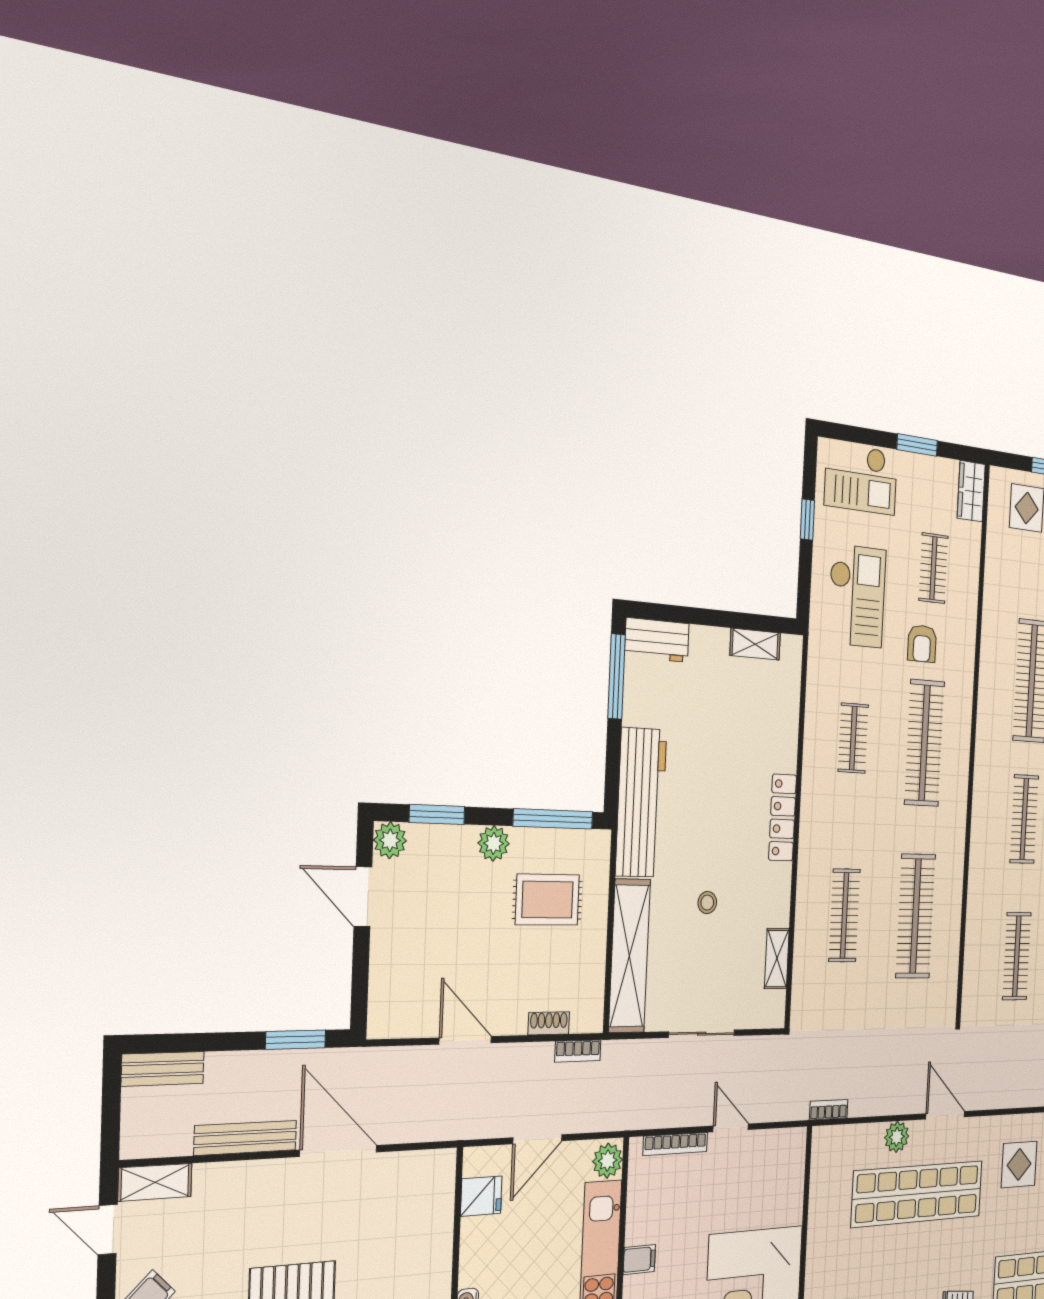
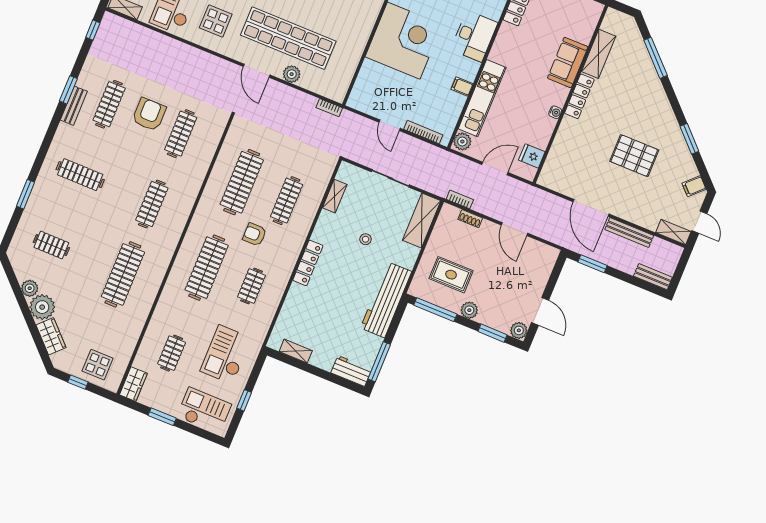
armchair: (922, 644) -> (255, 234), moved, turned -90
shelving: (629, 956) -> (422, 220), width x0.68

